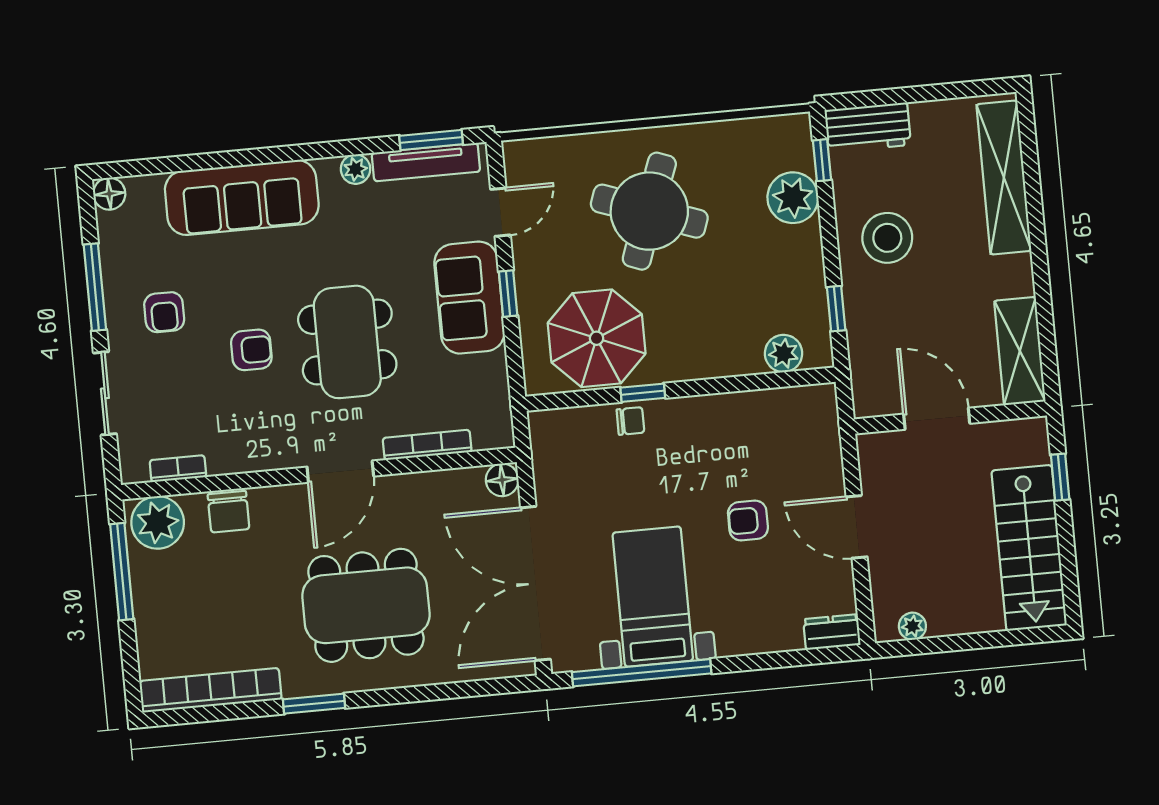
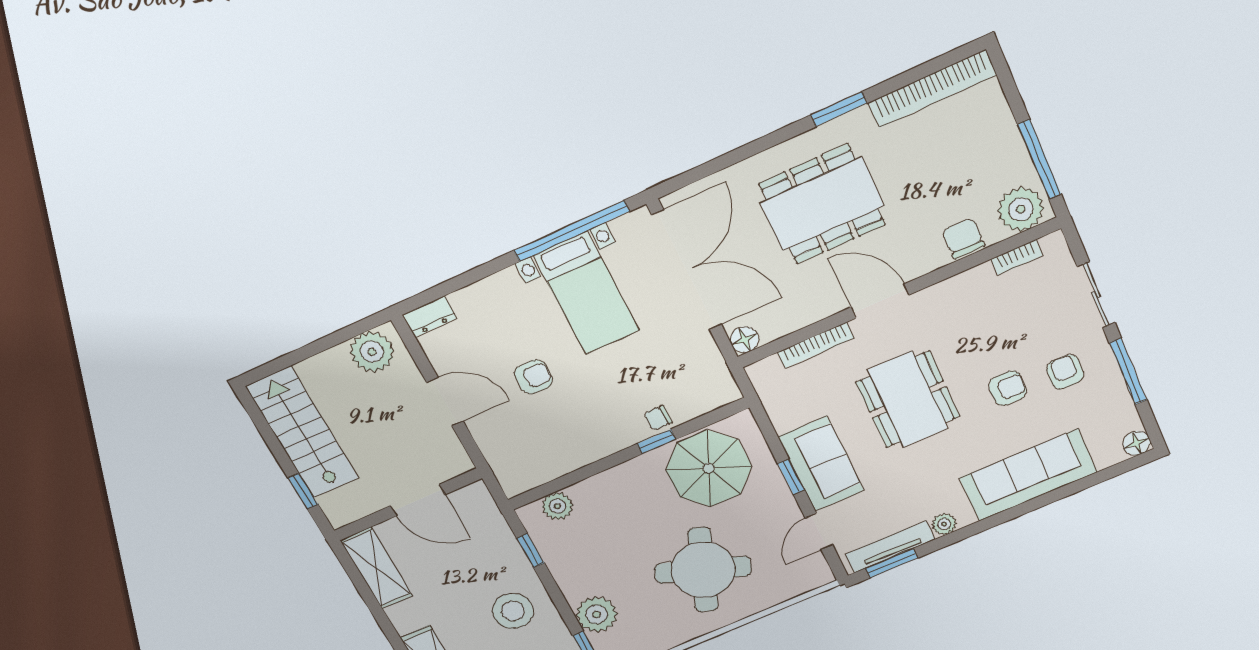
armchair: (251, 350) -> (1008, 388), moved, turned 180
door: (340, 472) -> (880, 301), hinge flipped
plant: (912, 626) -> (372, 352), width x1.88, depth x1.88

